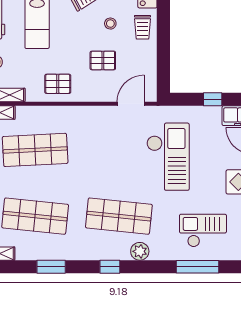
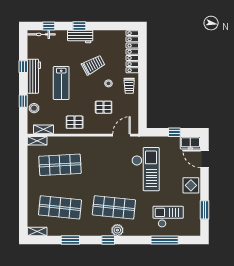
plant: (140, 251) -> (117, 230), moved

